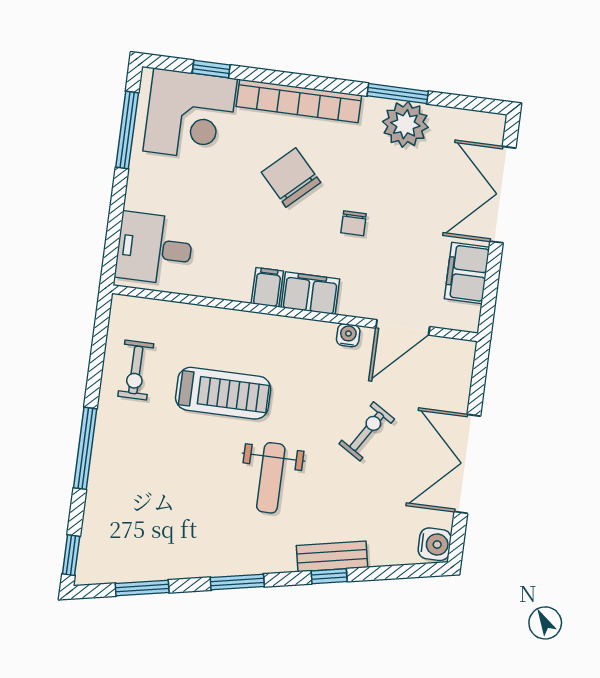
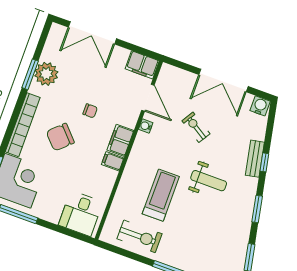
filing cabinet: (467, 273) -> (142, 65), moved
exercise bike: (136, 370) -> (140, 236), width x1.38, depth x1.39

